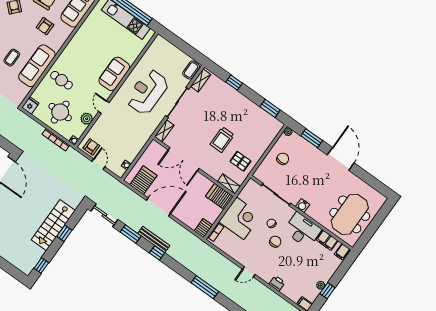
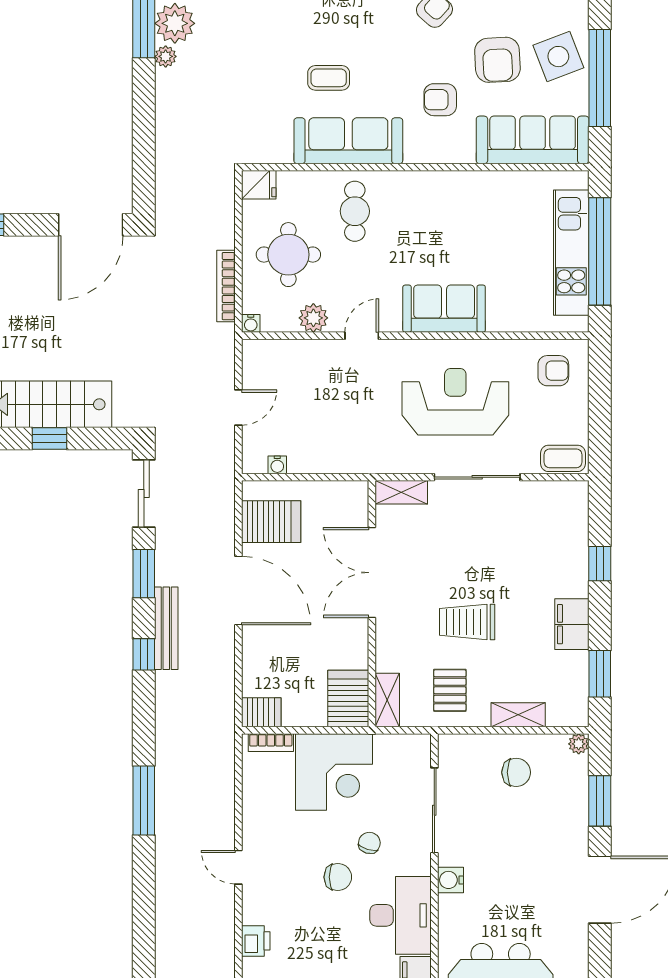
shelving: (201, 80) -> (518, 715), moved
filing cabinet: (247, 106) -> (572, 624), added
armchair: (91, 147) -> (553, 371), moved

